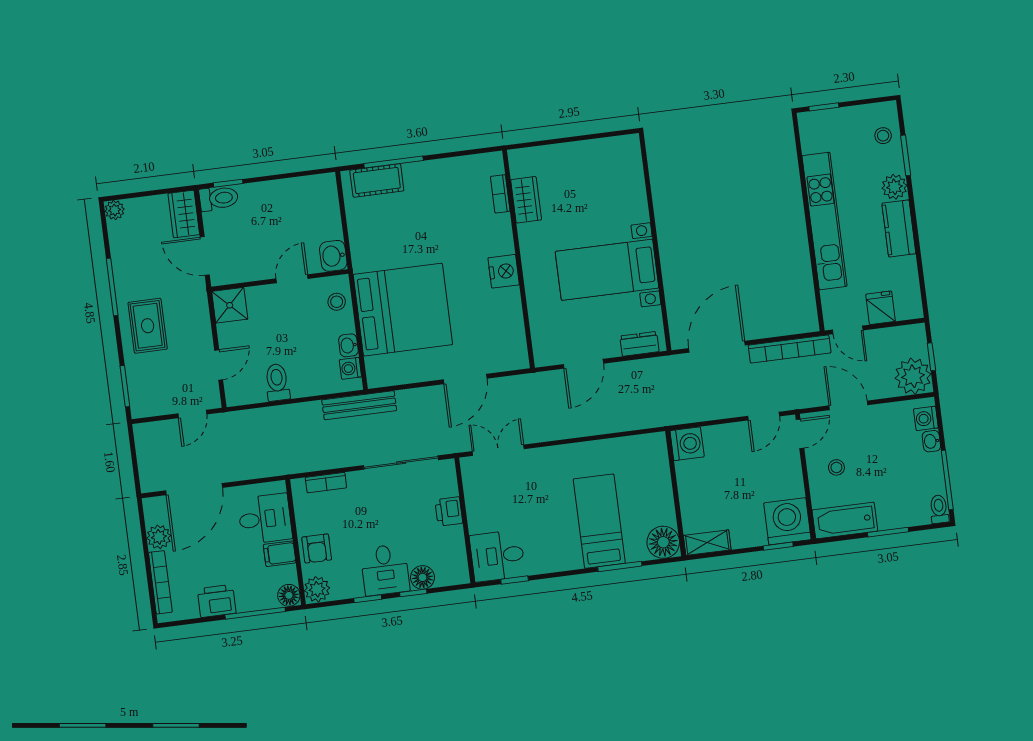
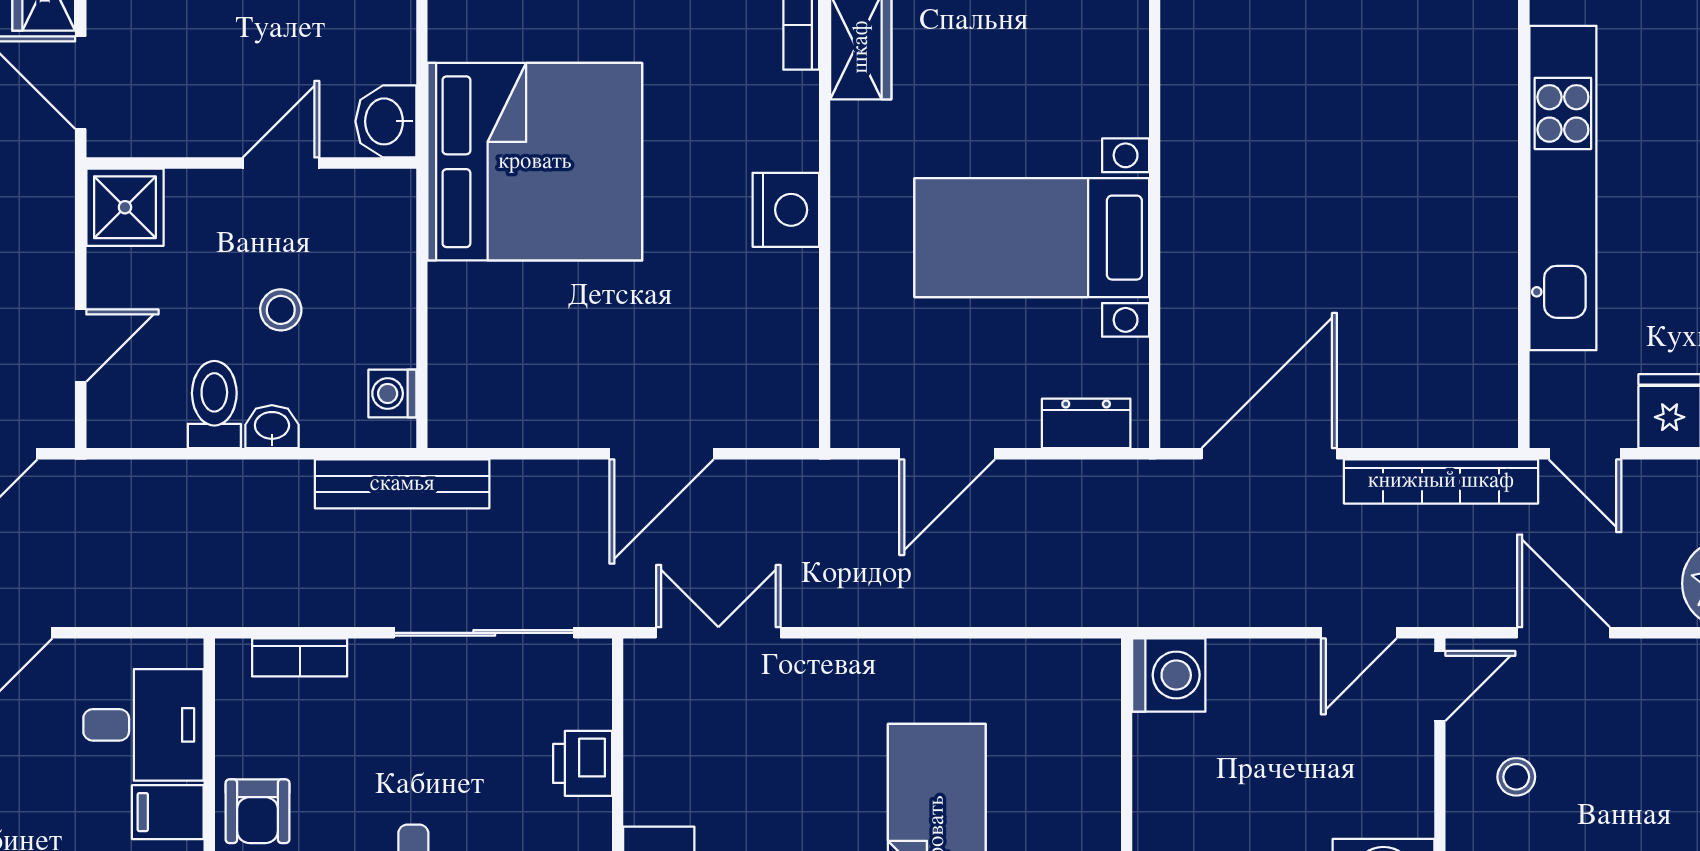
stool: (337, 302) -> (281, 310), moved
bed: (403, 310) -> (535, 162), moved
washbasin: (348, 345) -> (272, 427), moved, turned 90

